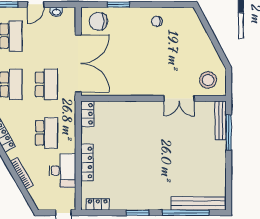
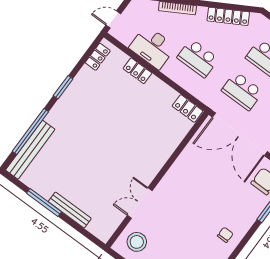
bench: (221, 120) -> (70, 210), moved
window: (229, 132) -> (44, 202), moved
locker: (87, 163) -> (137, 71), width x0.66

